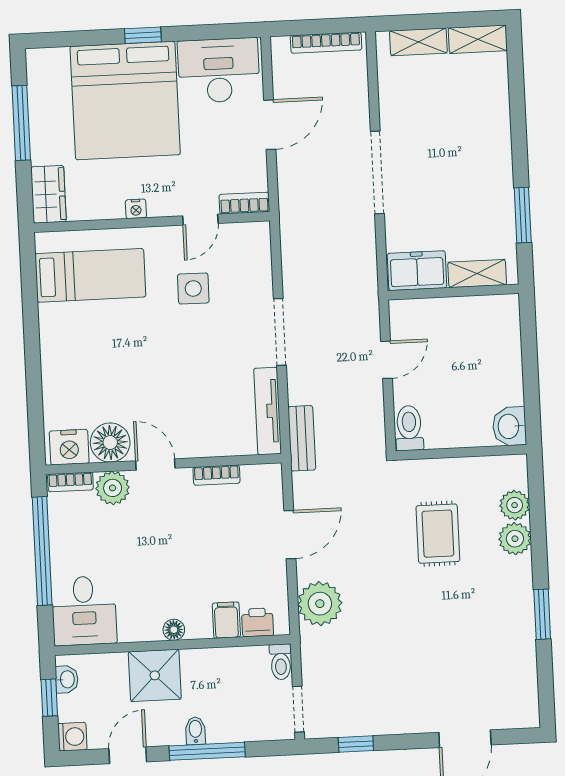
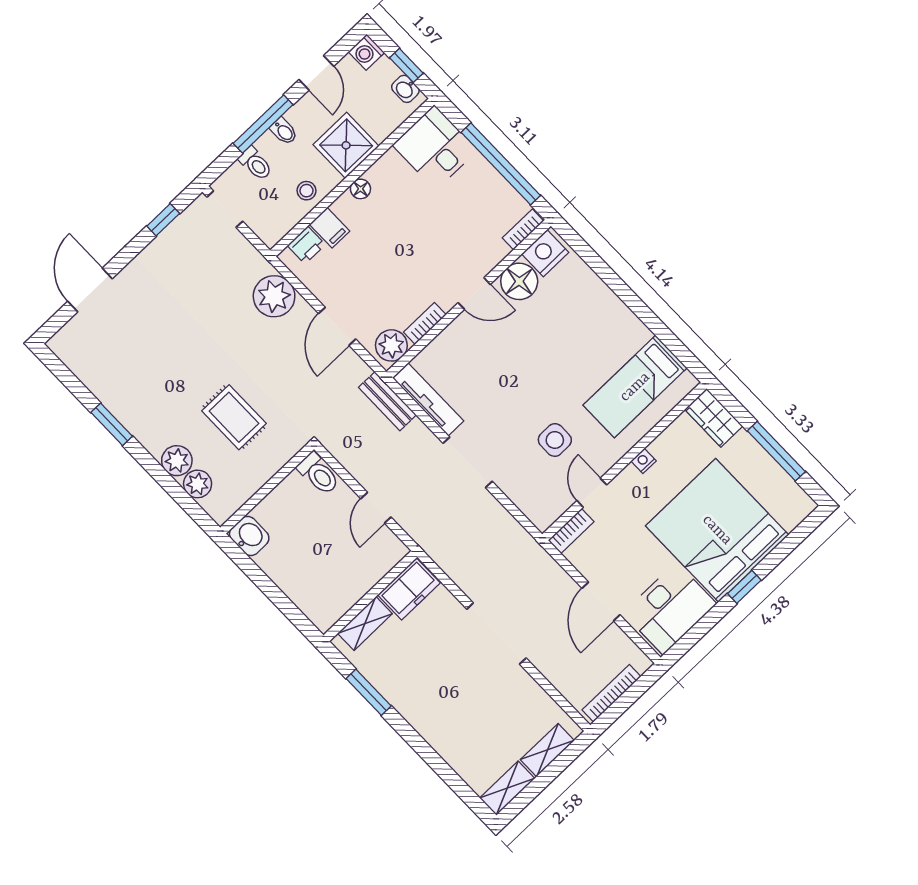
plant: (113, 488) -> (391, 345), moved
toilet: (281, 662) -> (255, 164), moved, turned 180
stool: (219, 666) -> (306, 191), added

